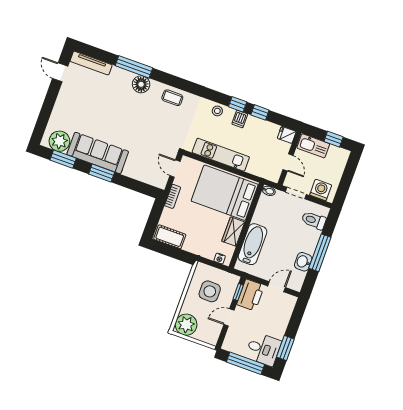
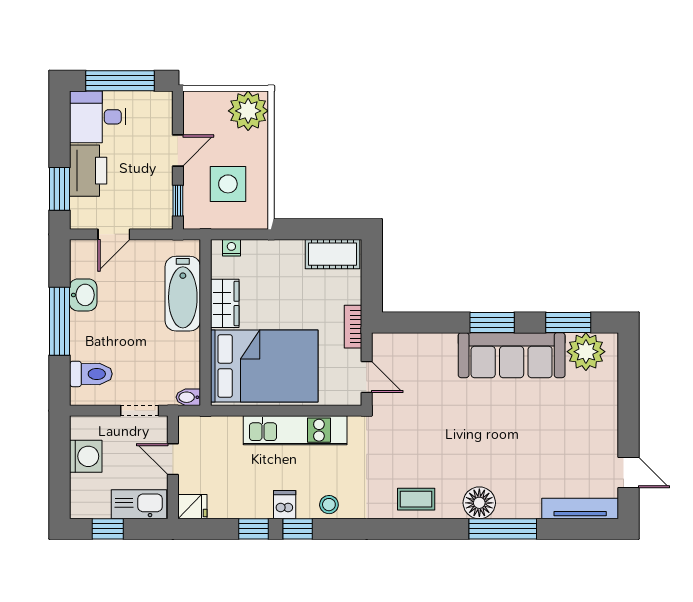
washing machine: (321, 190) -> (86, 456), moved, turned -90
printer: (251, 295) -> (88, 171), moved, turned 180
window: (285, 348) -> (60, 189), moved

